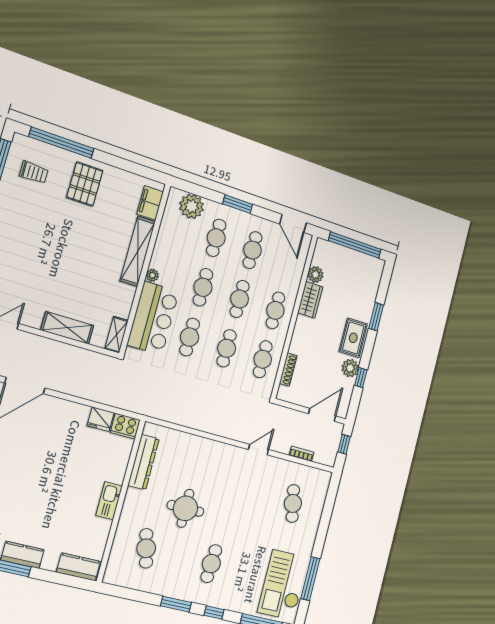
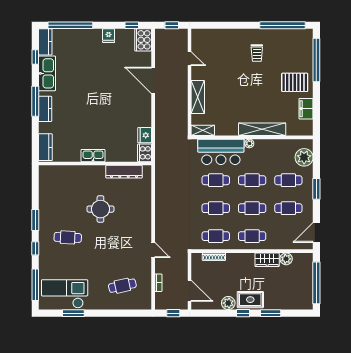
trolley: (34, 172) -> (257, 53), moved
filing cabinet: (150, 203) -> (306, 109), moved, turned -90
window: (361, 378) -> (243, 313), moved
cafe table: (146, 548) -> (68, 189), removed
window: (310, 579) -> (73, 313), width x0.69

